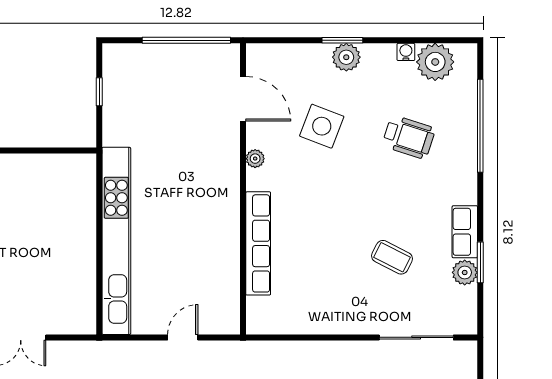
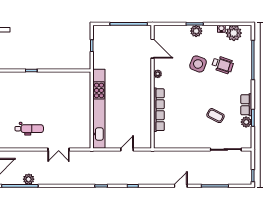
side table: (322, 126) -> (198, 64), moved

